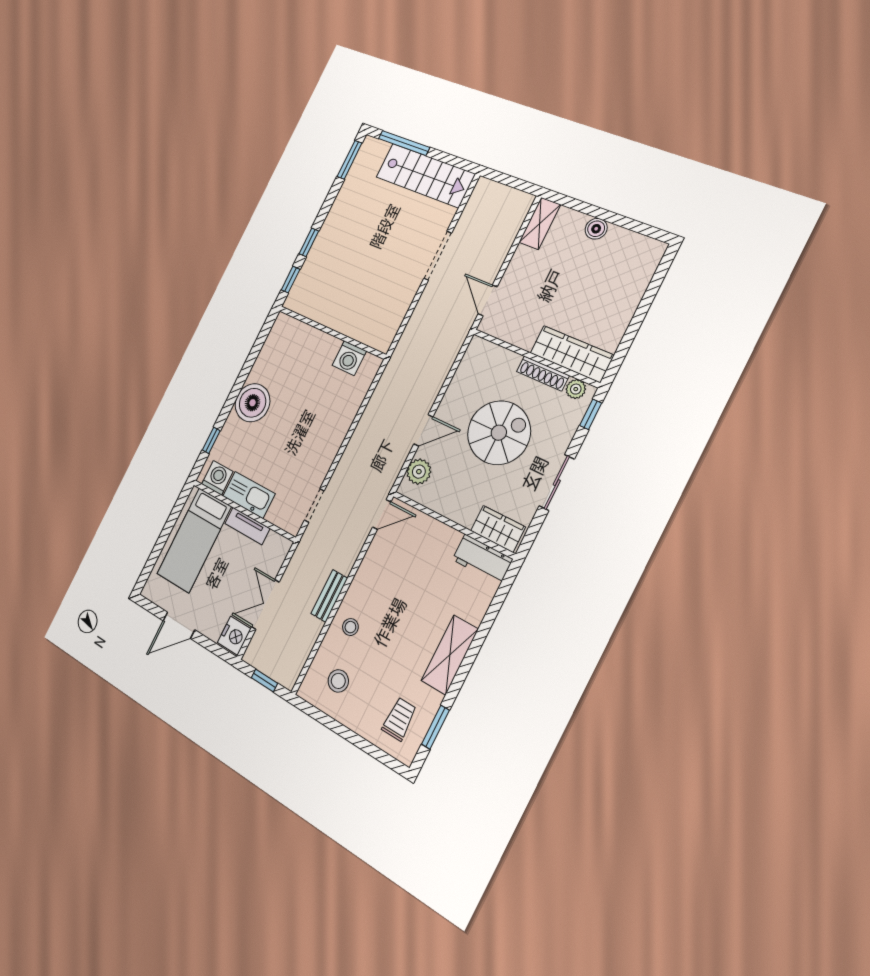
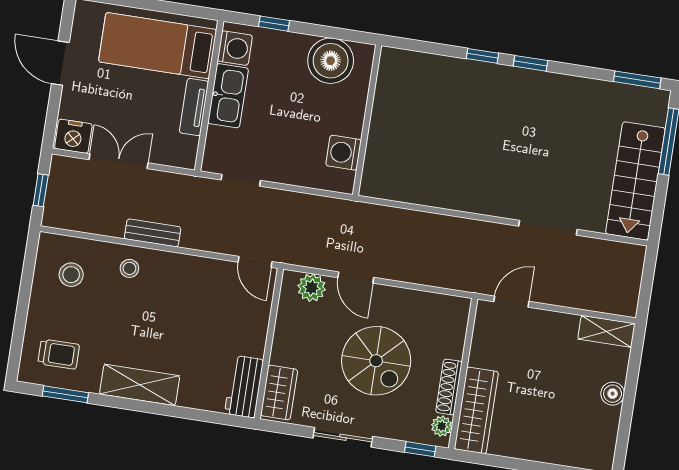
wall: (332, 332) -> (367, 120), moved
washing machine: (349, 358) -> (344, 153), moved

